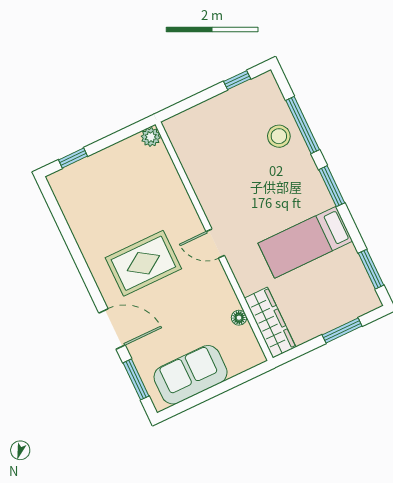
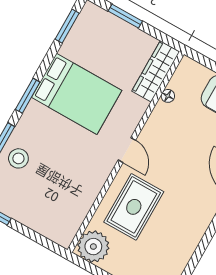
plant: (151, 137) -> (93, 247), width x1.88, depth x1.88
bed: (305, 242) -> (77, 94), width x1.50
rug: (143, 263) -> (134, 207), moved, turned 90

